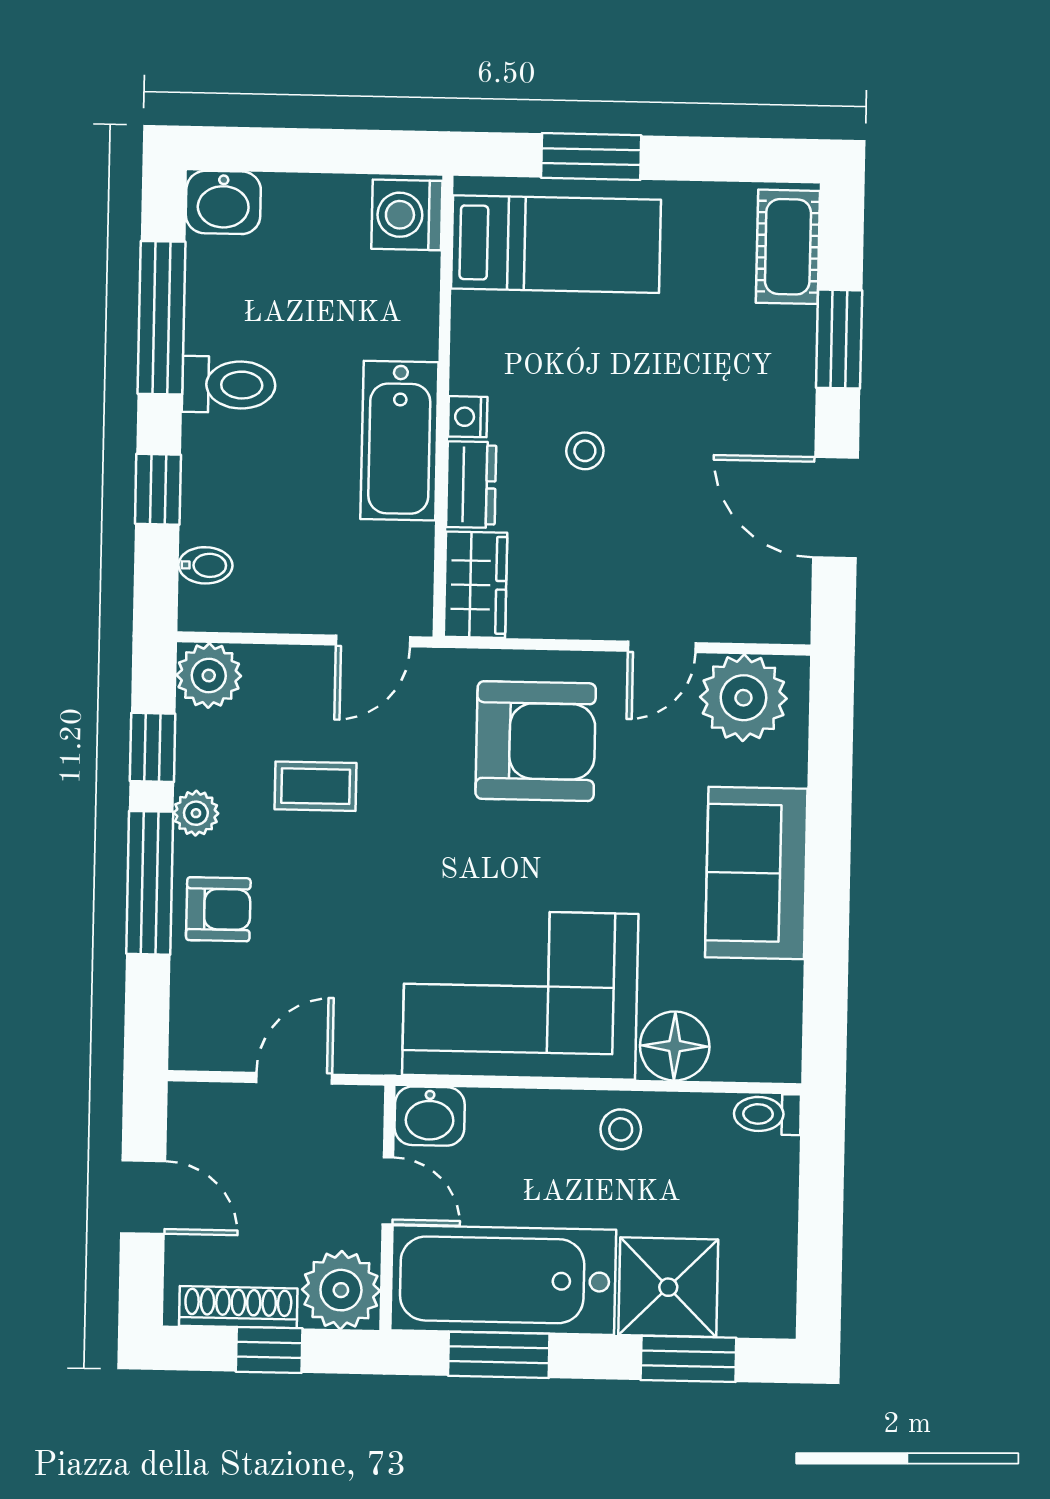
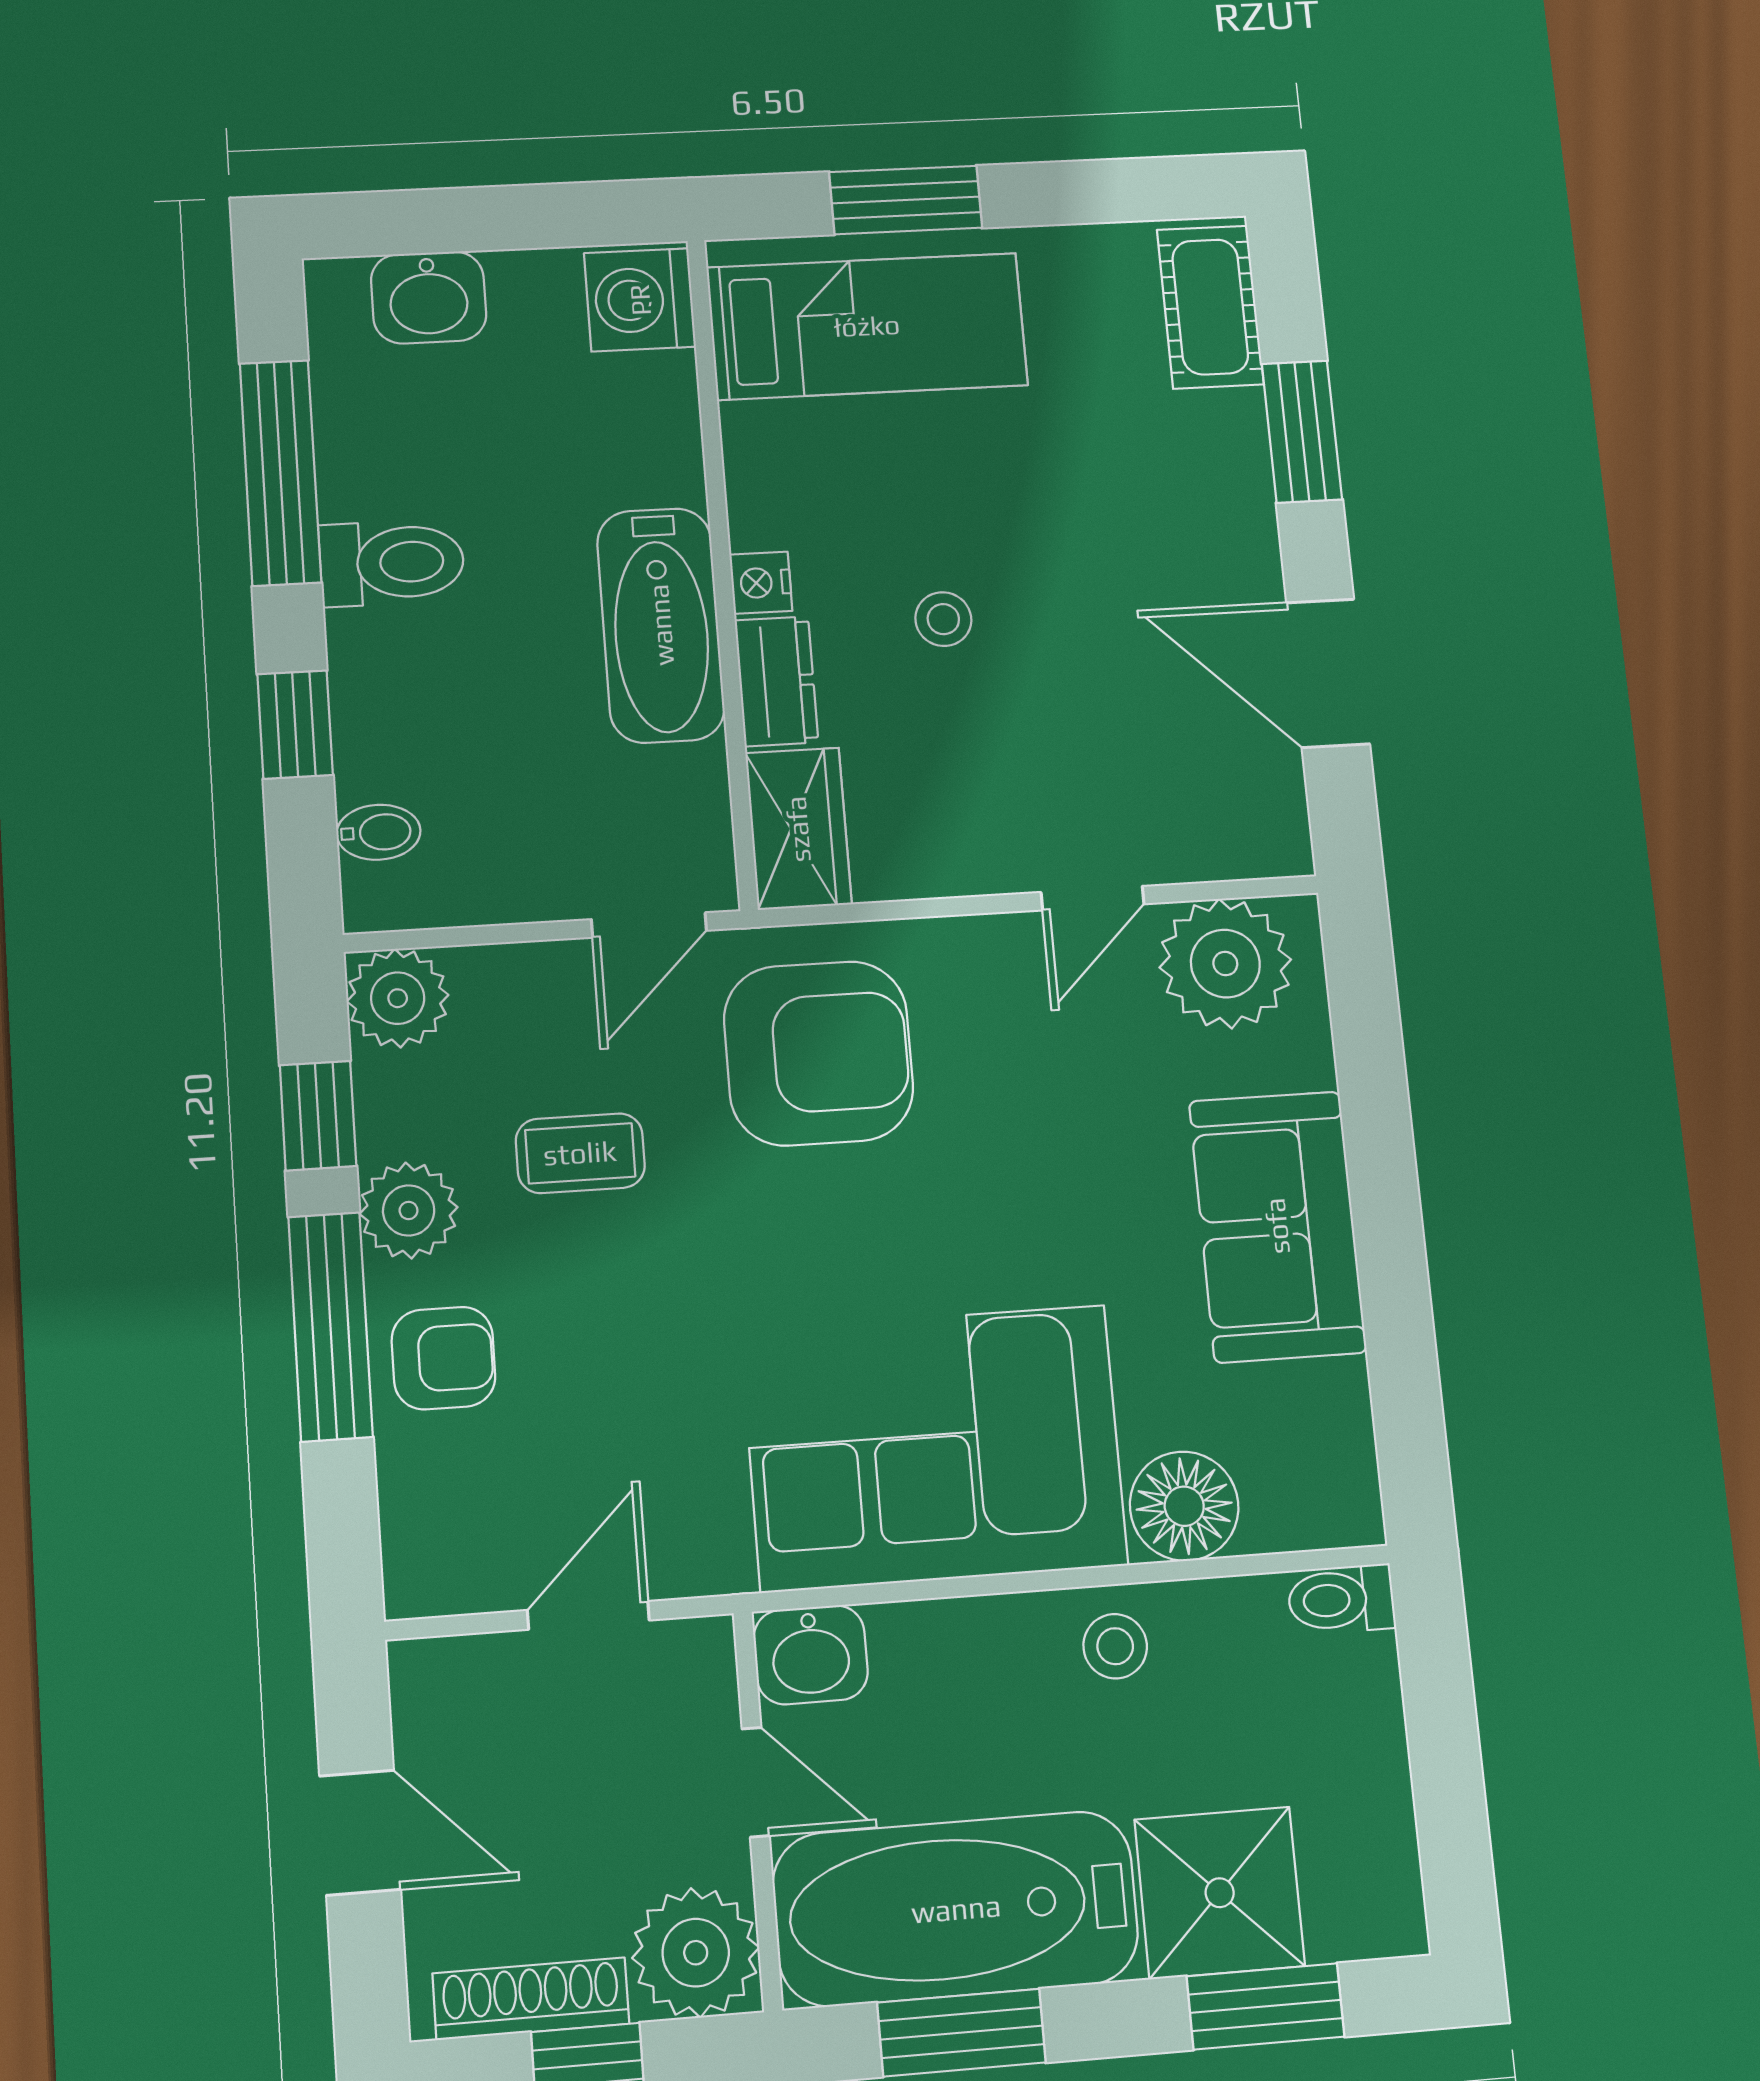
washbasin: (223, 202) -> (429, 297), moved
armchair: (536, 741) -> (819, 1053), moved
plant: (196, 813) -> (409, 1210), width x1.38, depth x1.38

